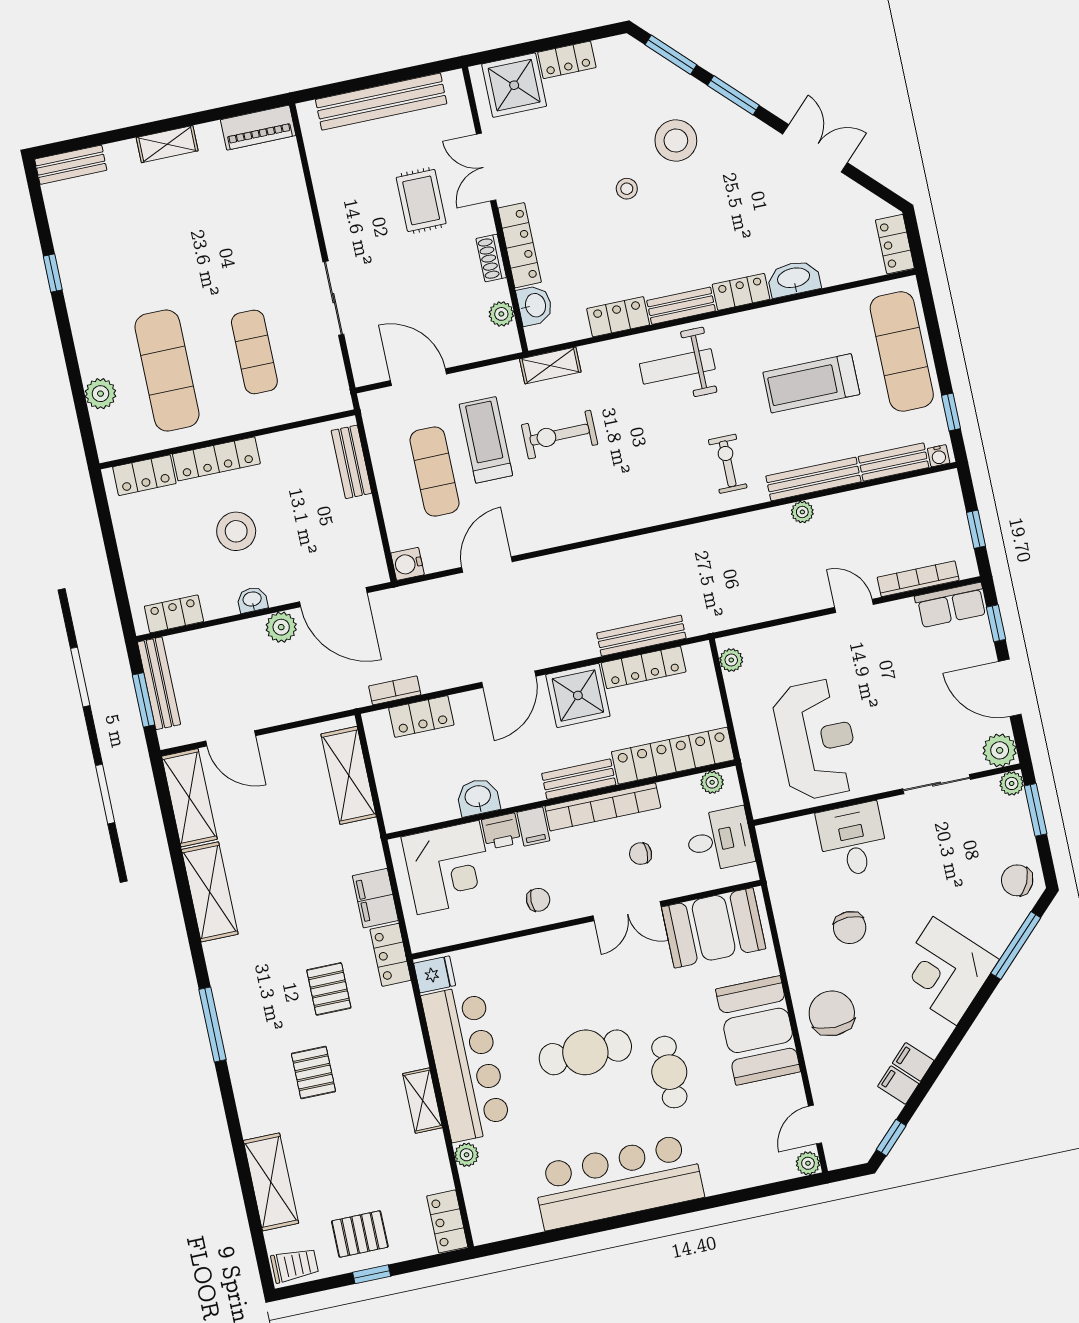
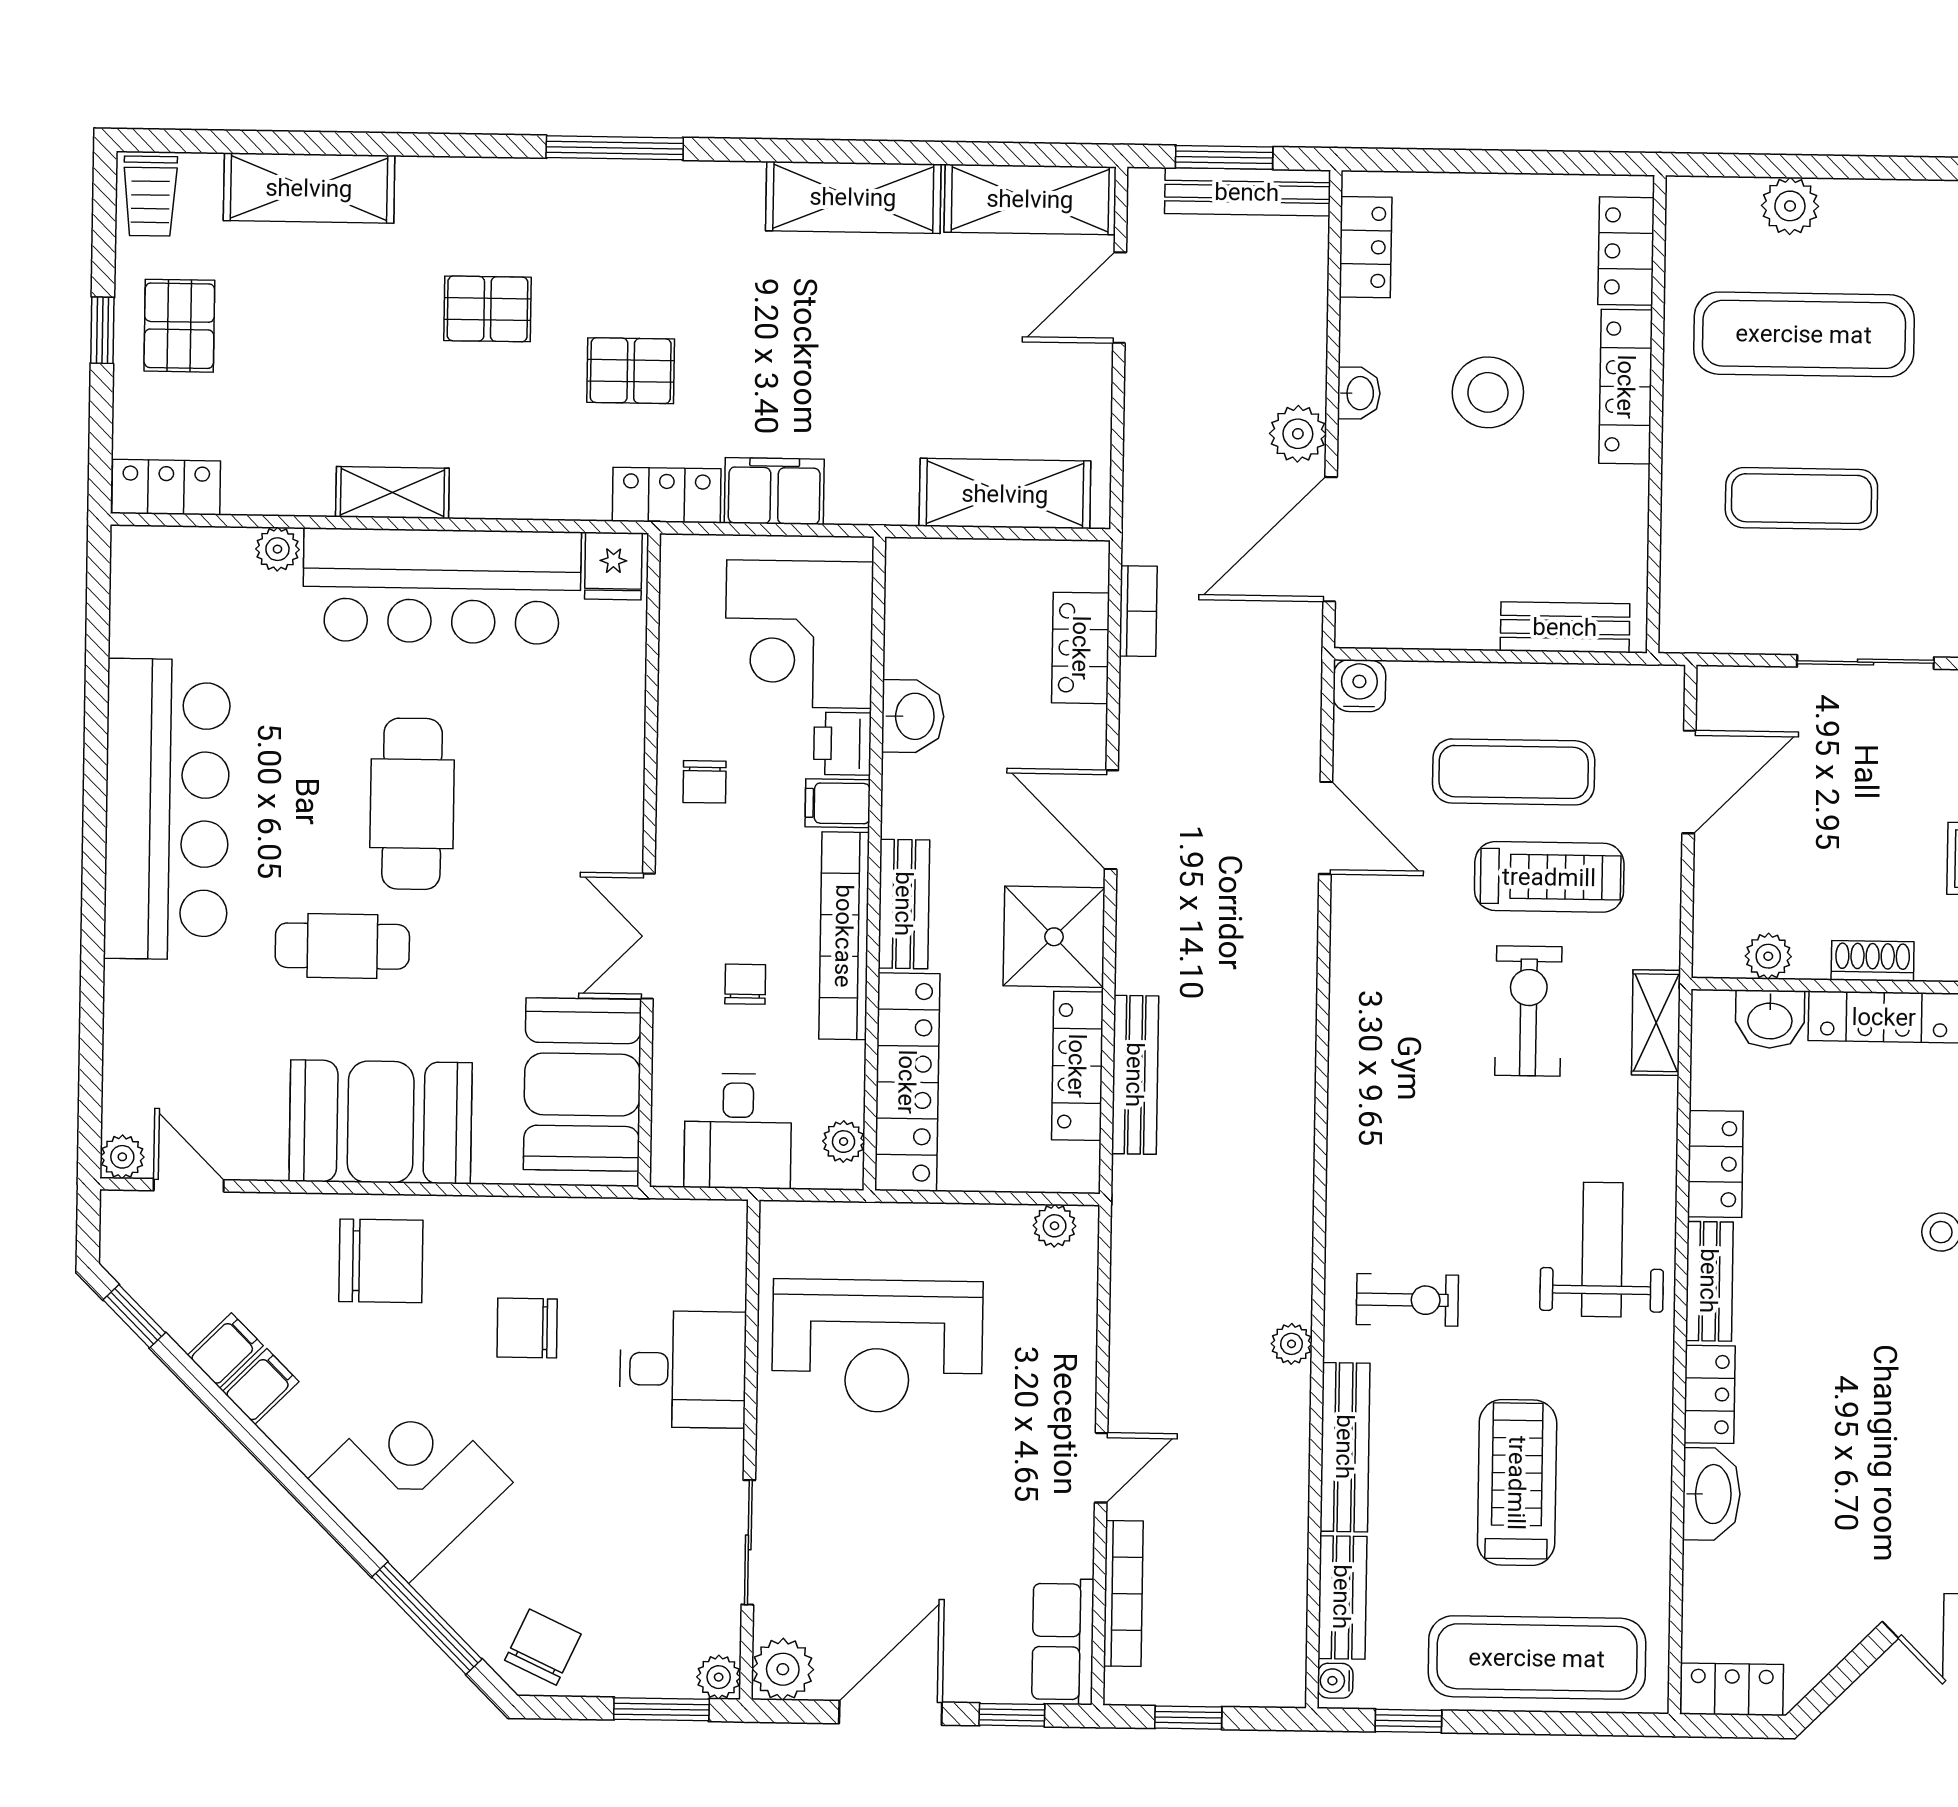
plant: (802, 512) -> (1291, 1344), moved

